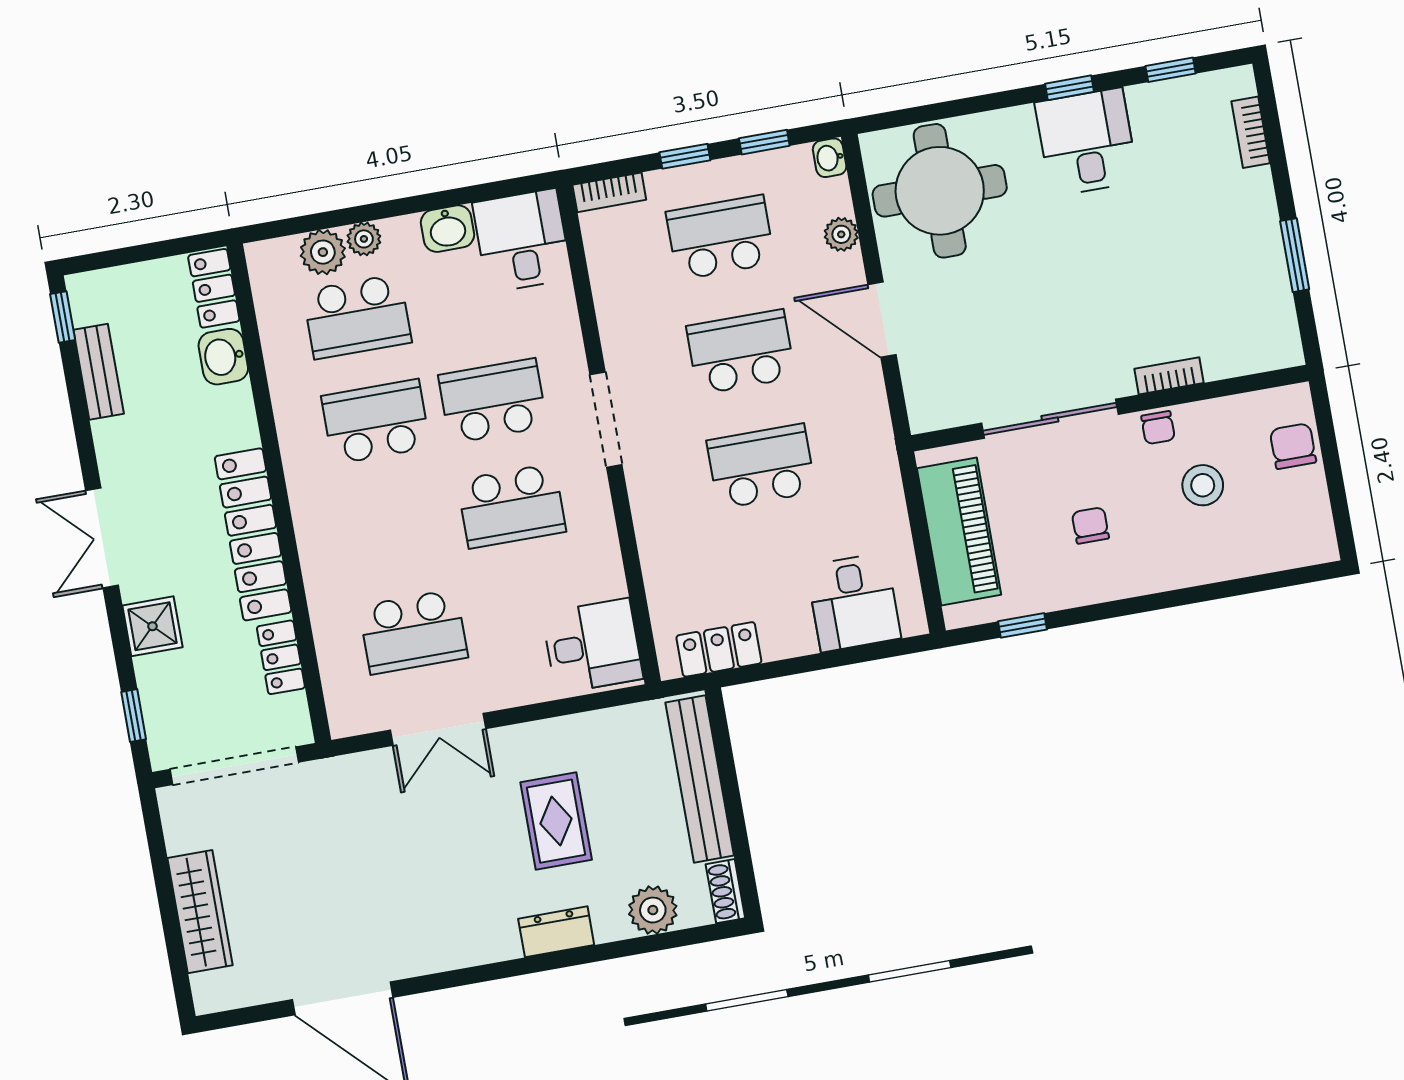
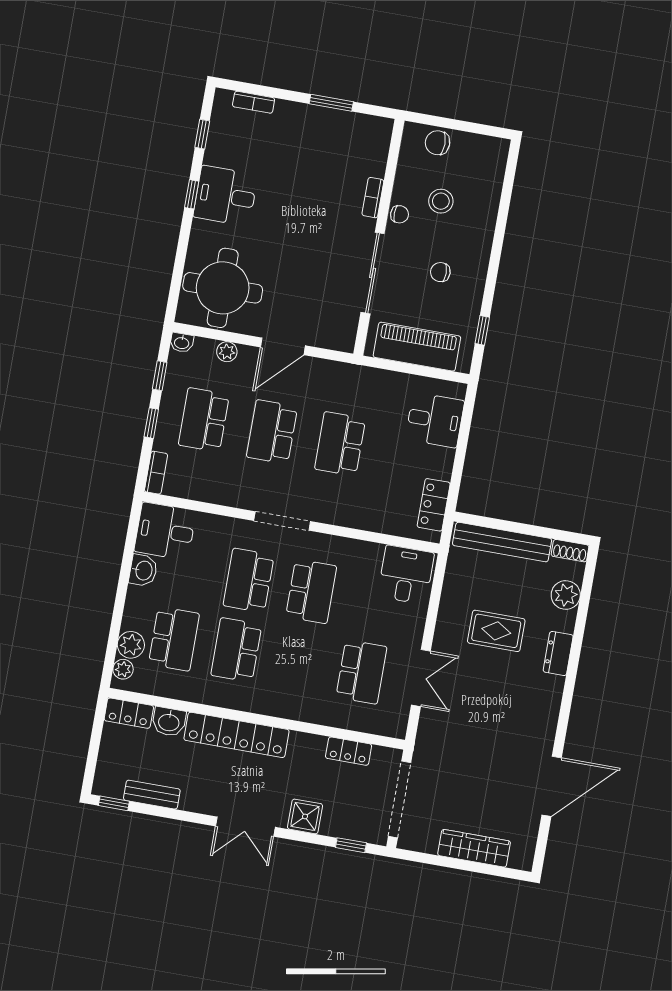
plant: (364, 239) -> (123, 669), moved
locker: (253, 534) -> (237, 735), moved

